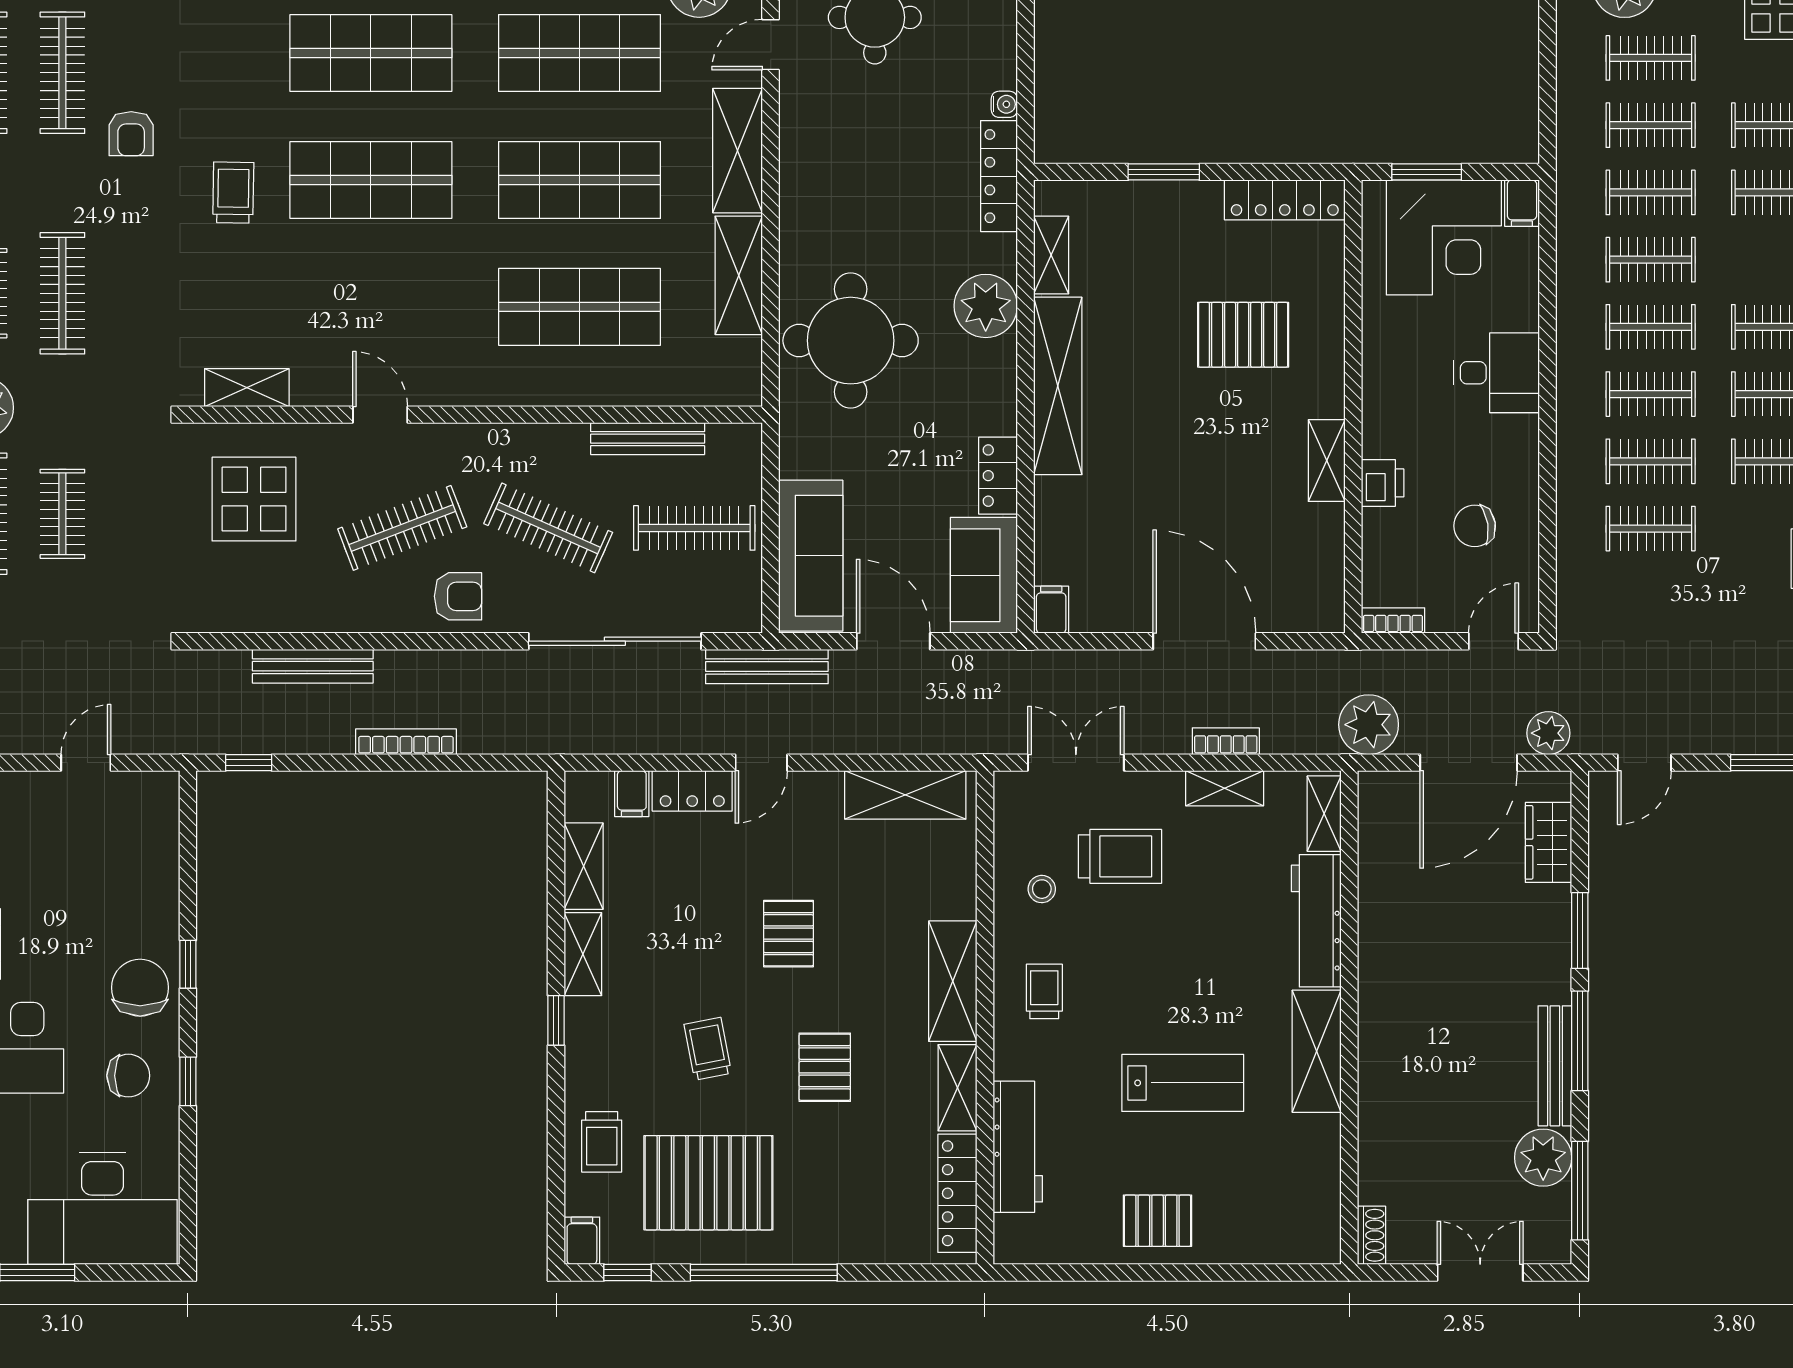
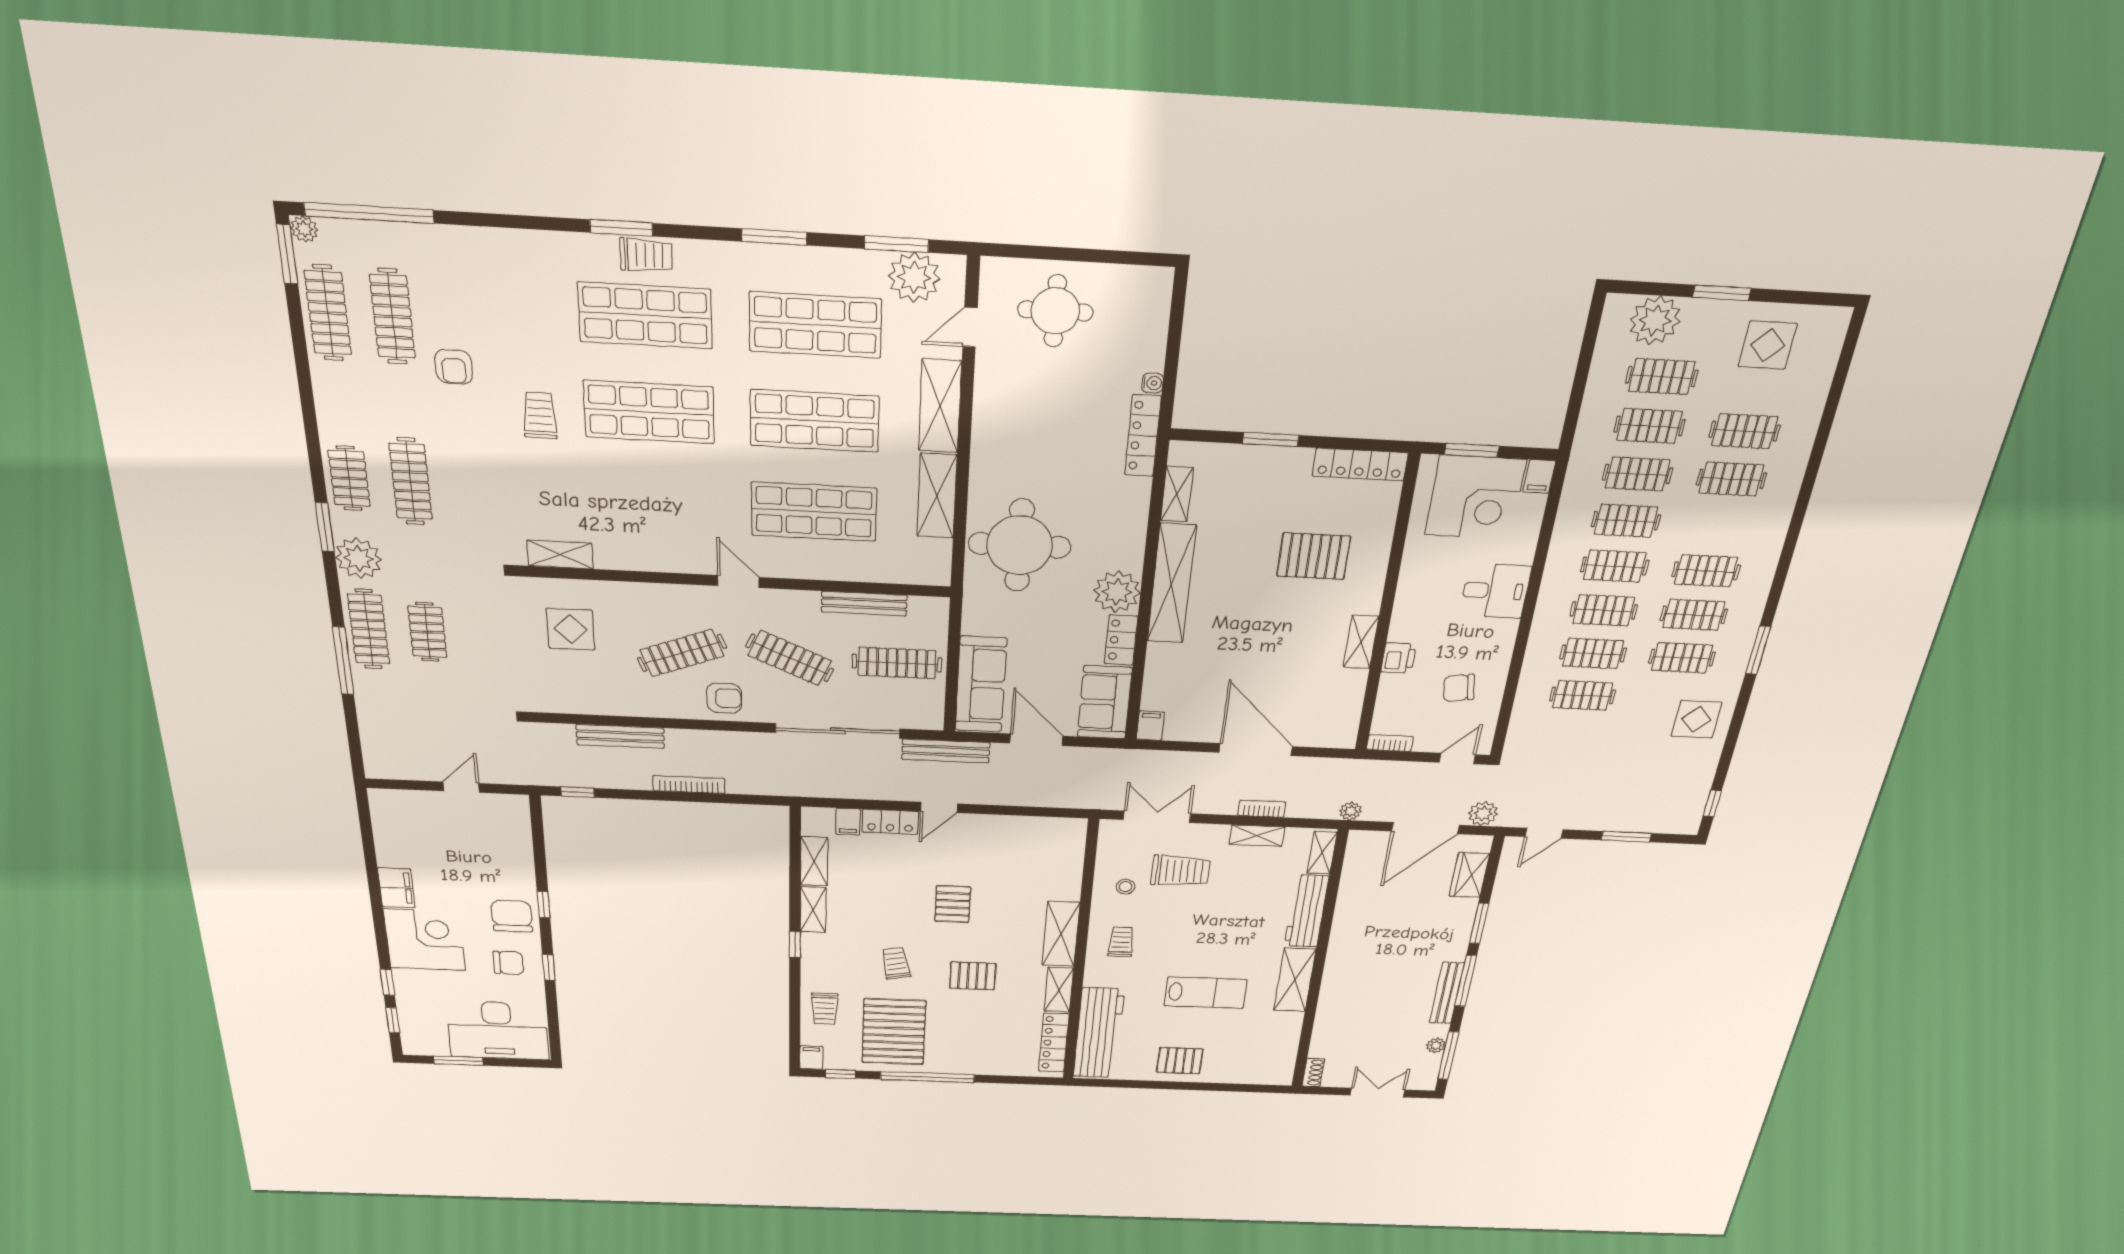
plant: (986, 306) -> (1117, 592), moved
door: (380, 415) -> (738, 582), moved
display table: (254, 499) -> (571, 629), width x0.73, depth x0.73
plant: (1369, 725) -> (1350, 811), width x0.53, depth x0.53
shelving: (905, 795) -> (1038, 830), removed
pallet: (825, 1067) -> (973, 976), turned 90
workbench: (1018, 1147) -> (1099, 1033), width x1.36, depth x1.32
plant: (1543, 1158) -> (1436, 1045), width x0.53, depth x0.53
pallet: (708, 1183) -> (894, 1032), turned 90

